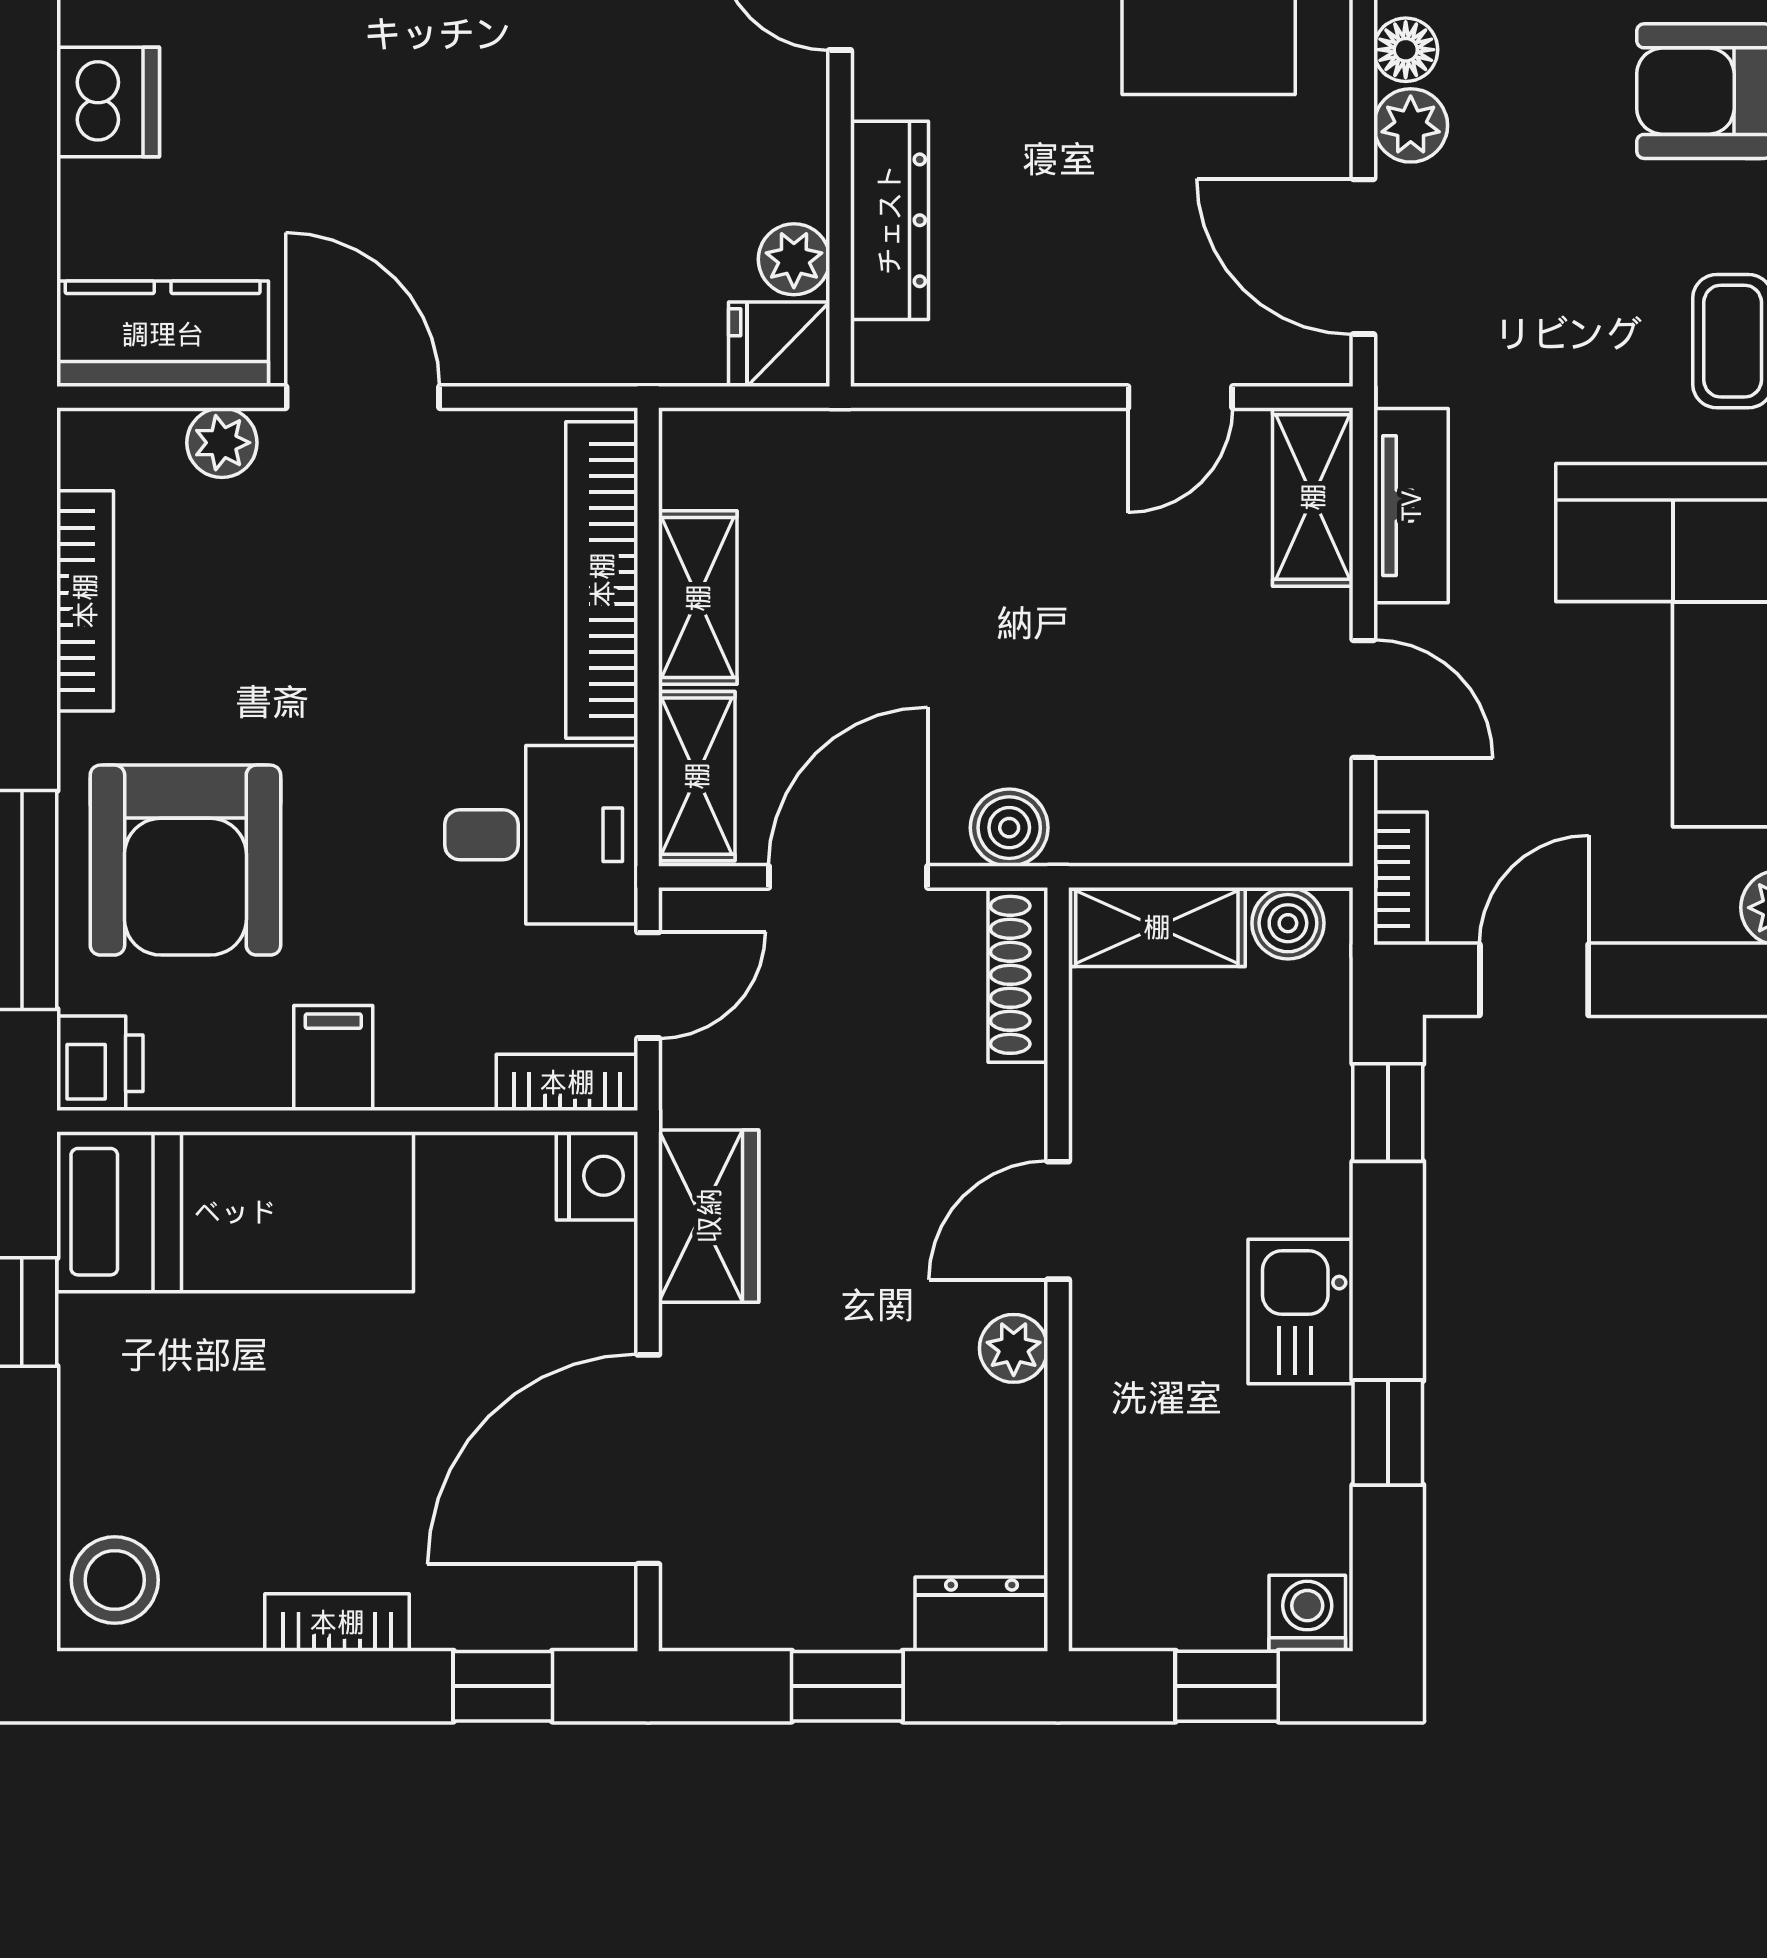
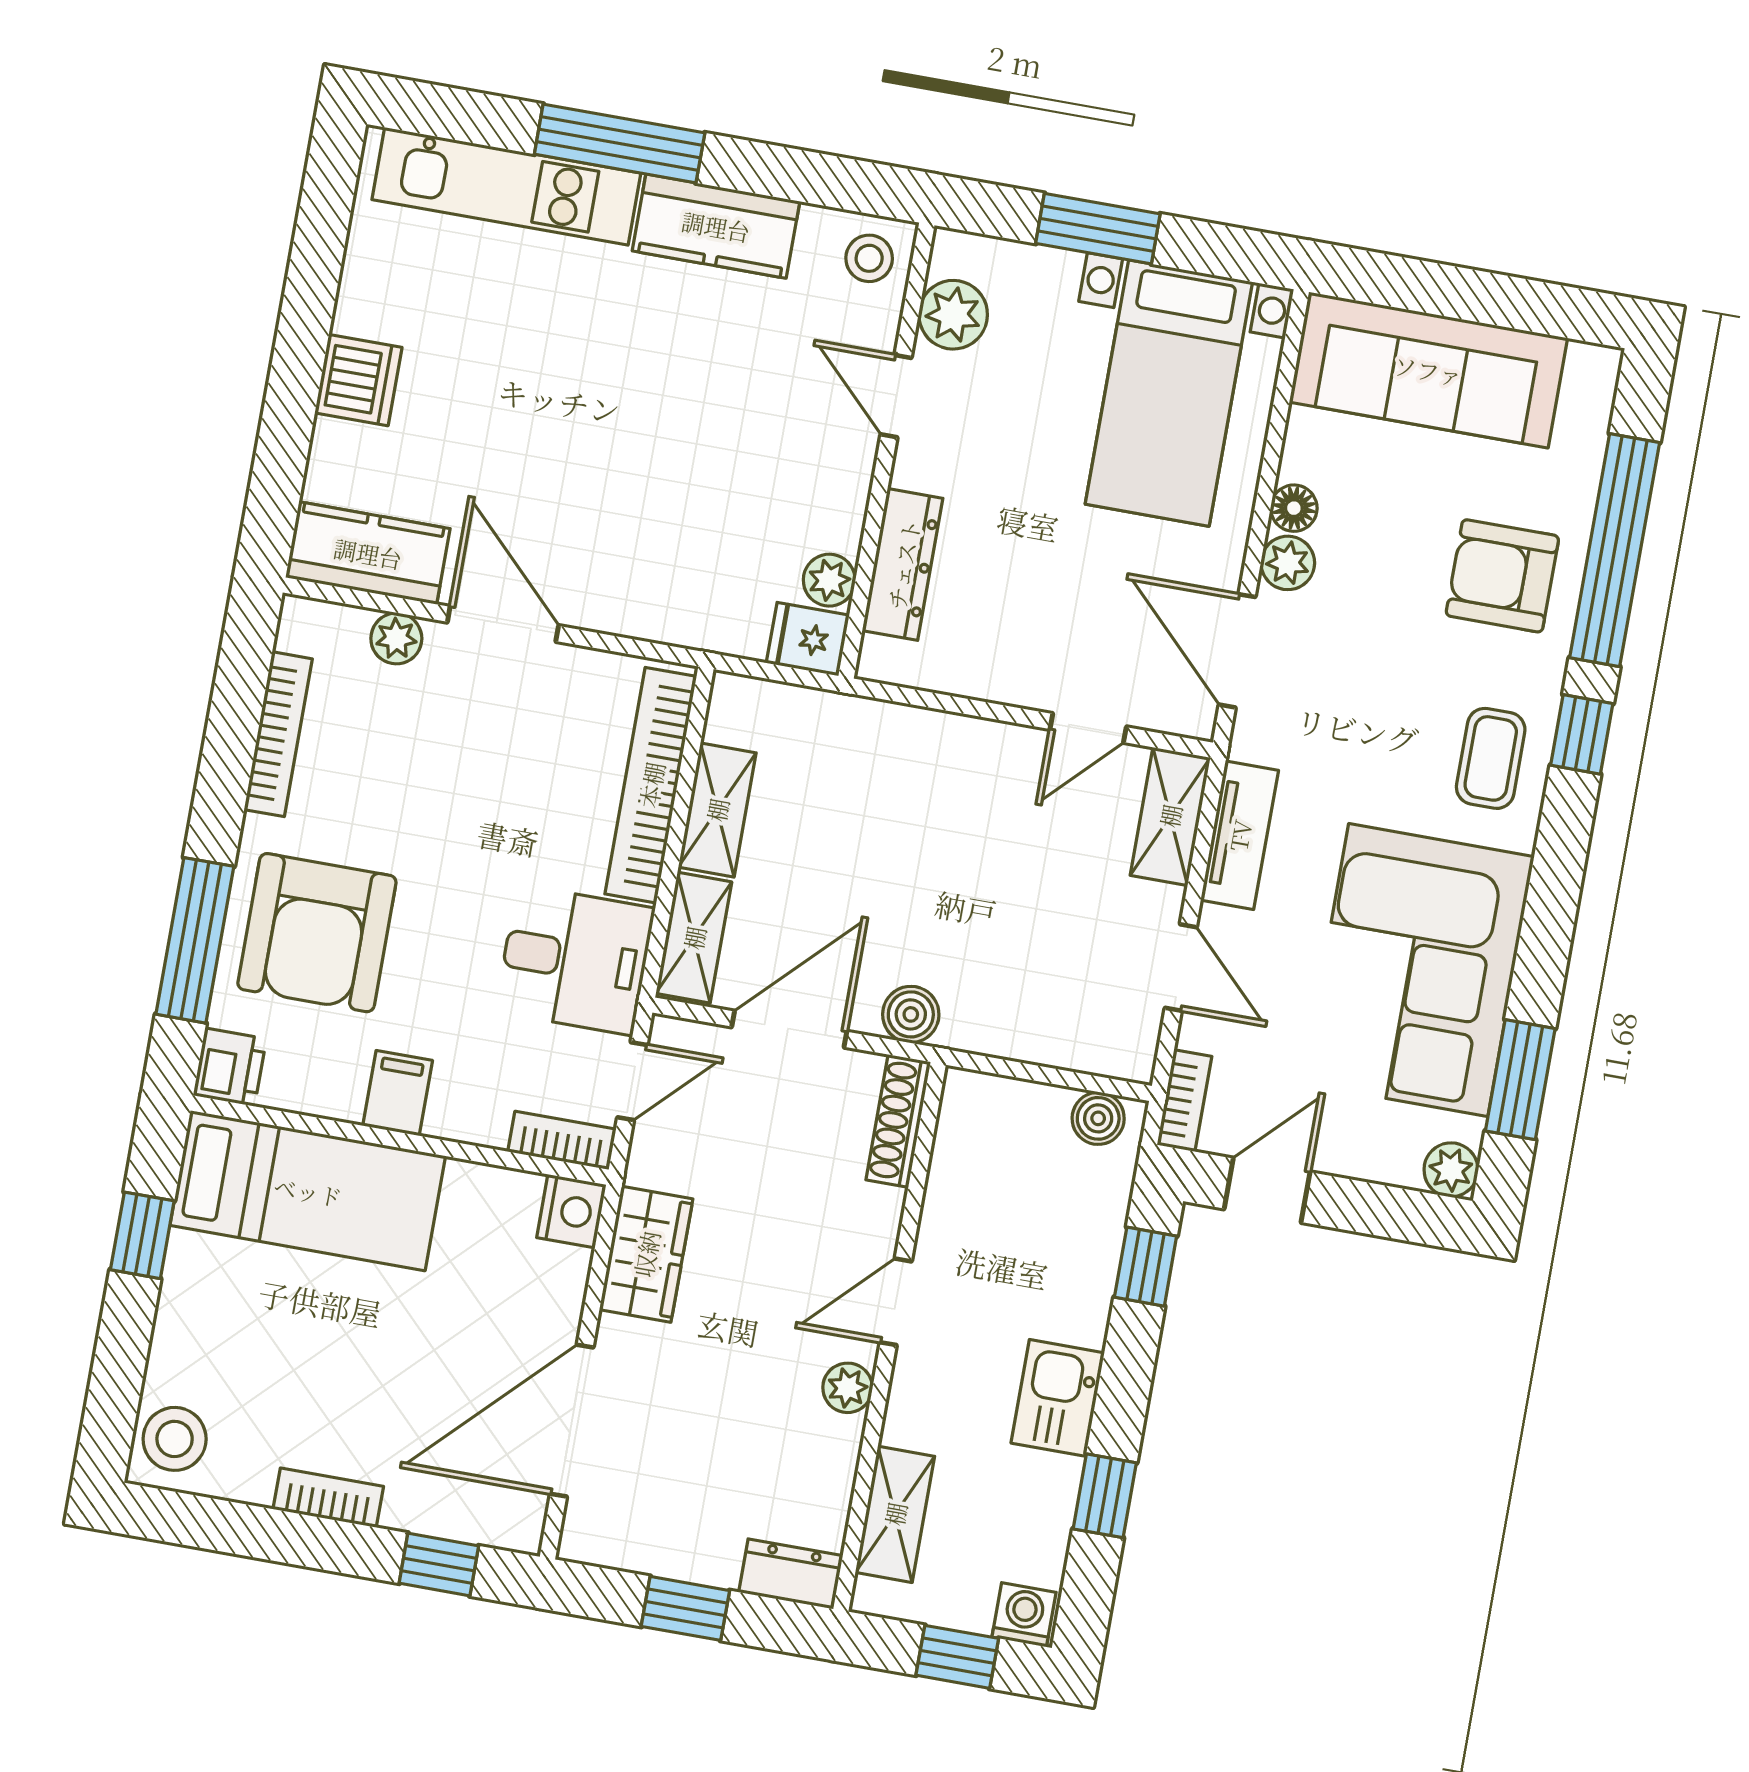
shelving: (1157, 927) -> (895, 1514), moved, turned 90

